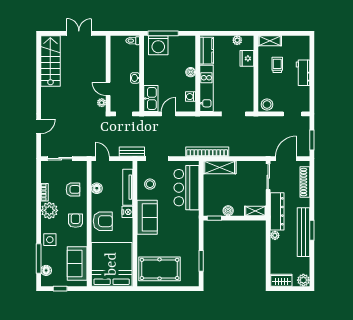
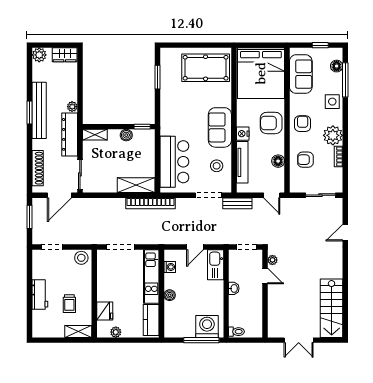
armchair: (76, 221) -> (303, 124), turned 180

